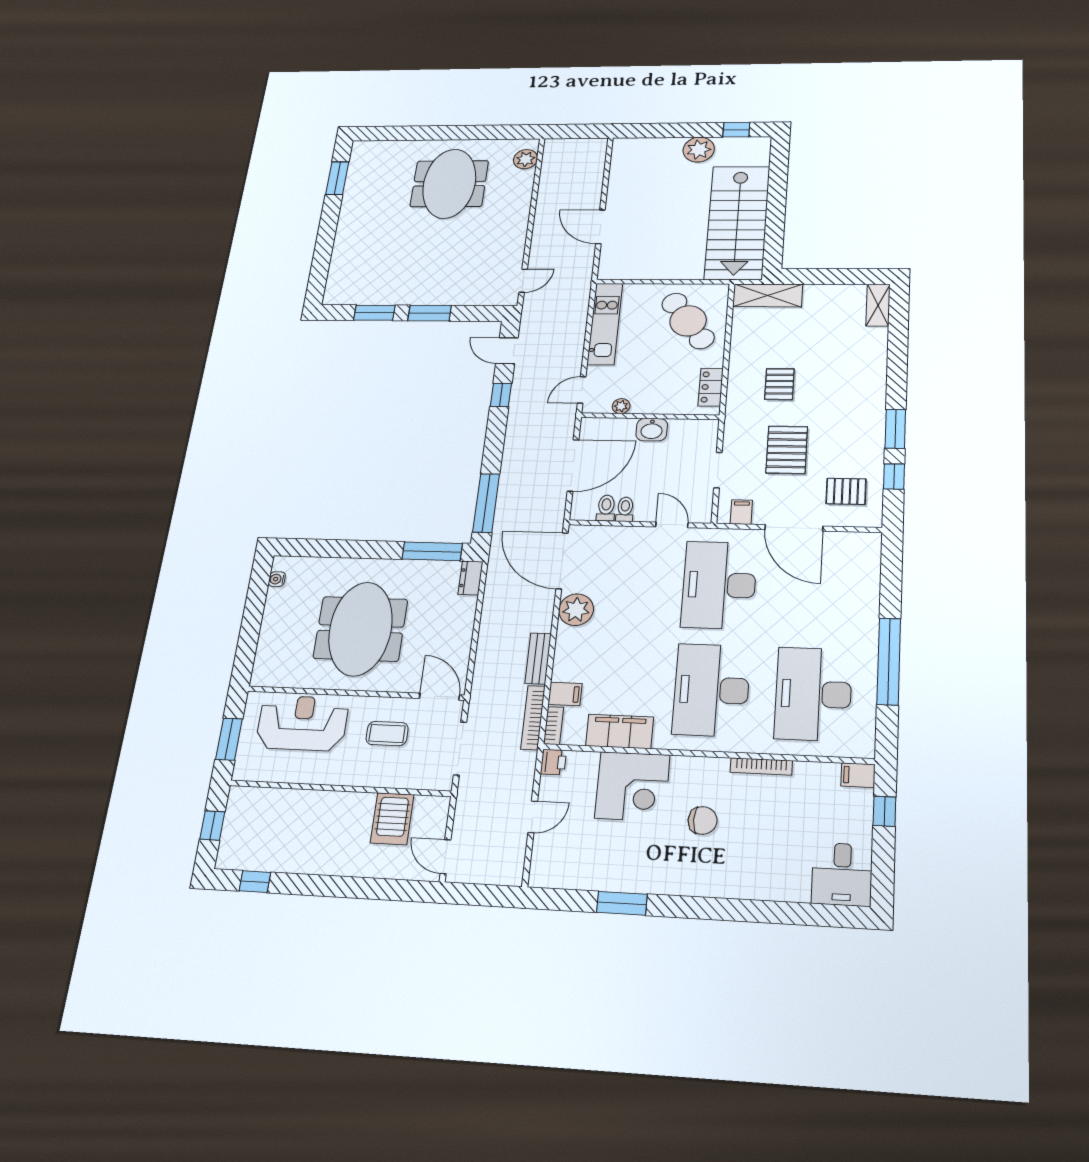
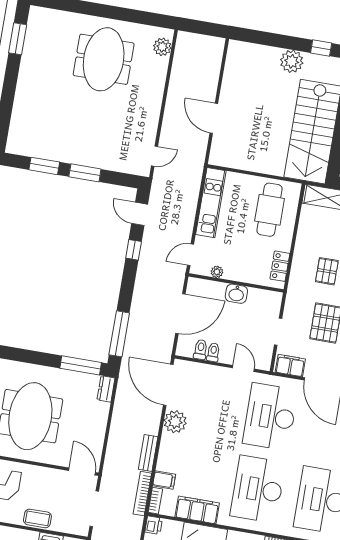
cafe table: (688, 321) -> (270, 210), turned 36
filing cabinet: (741, 512) -> (290, 366), width x2.00
coffee table: (387, 734) -> (37, 518), moved

